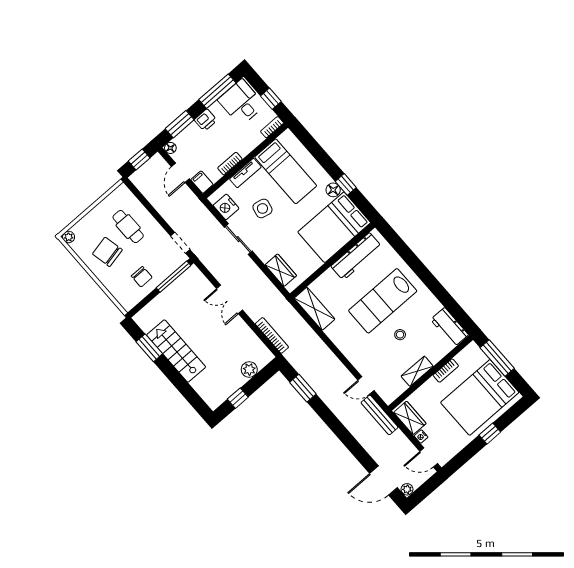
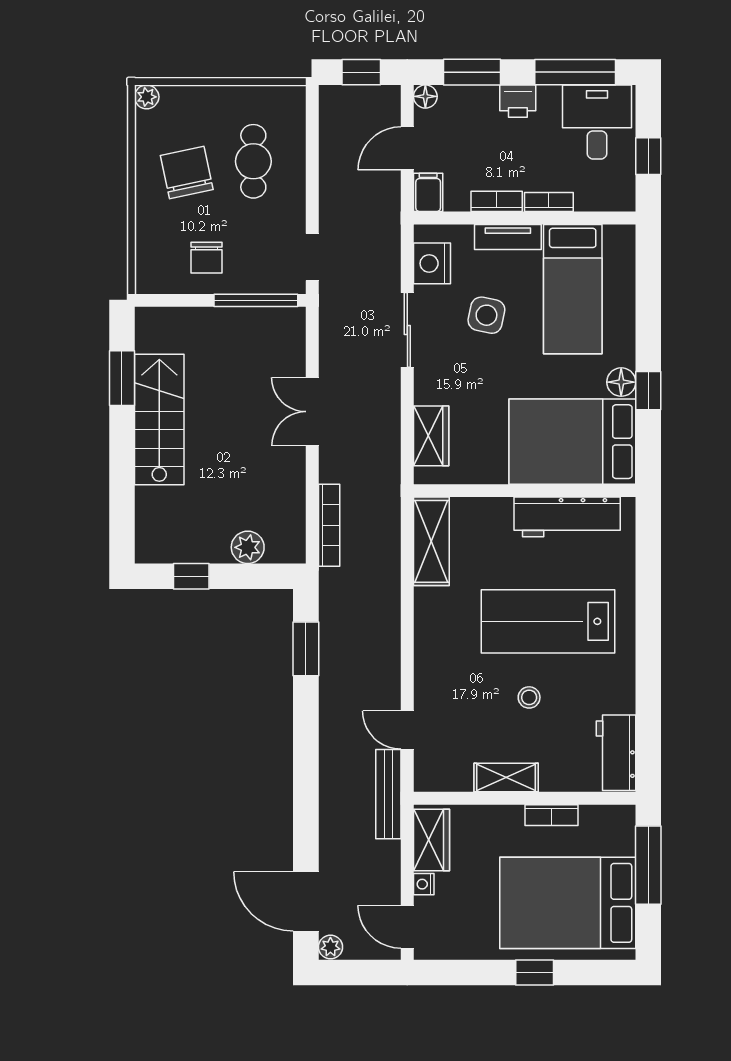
bookcase: (272, 127) -> (549, 202), moved

